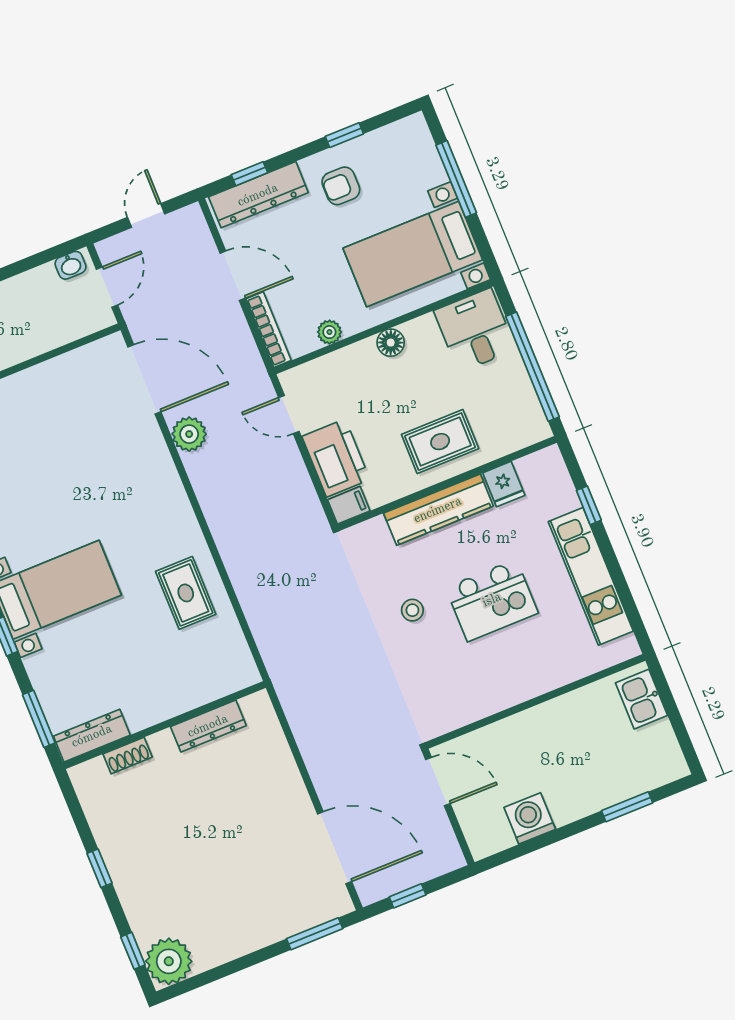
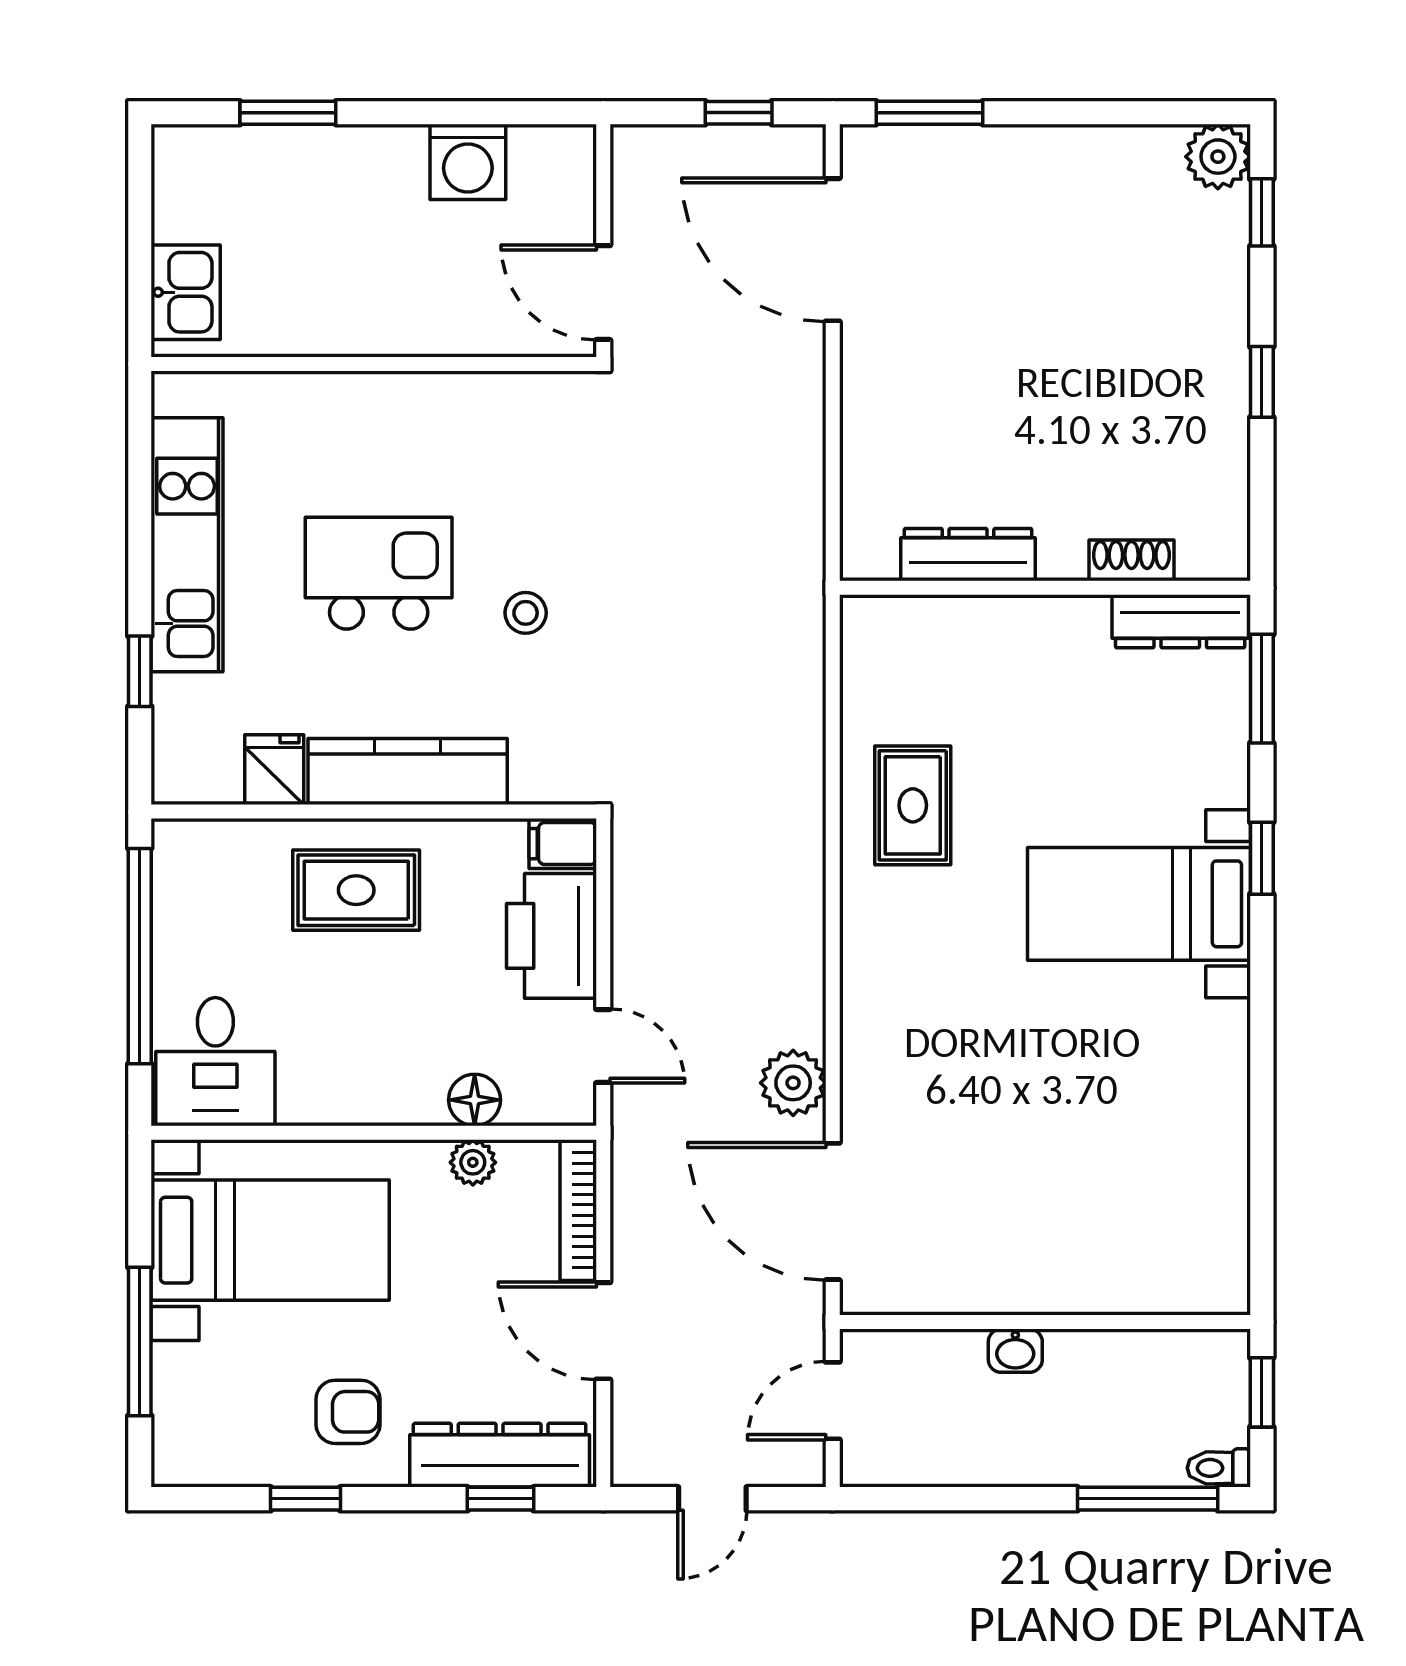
washbasin: (71, 265) -> (1015, 1351), moved, turned 180
floor lamp: (391, 343) -> (475, 1100), moved
plant: (169, 961) -> (1218, 157), width x0.73, depth x0.73

